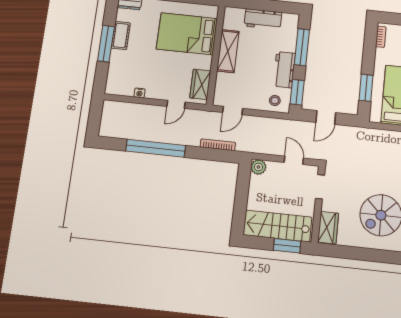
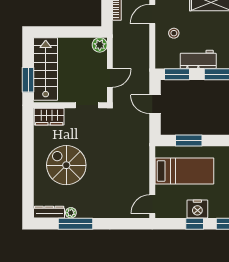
stool: (275, 100) -> (174, 33), moved
door: (233, 110) -> (152, 14), hinge flipped

